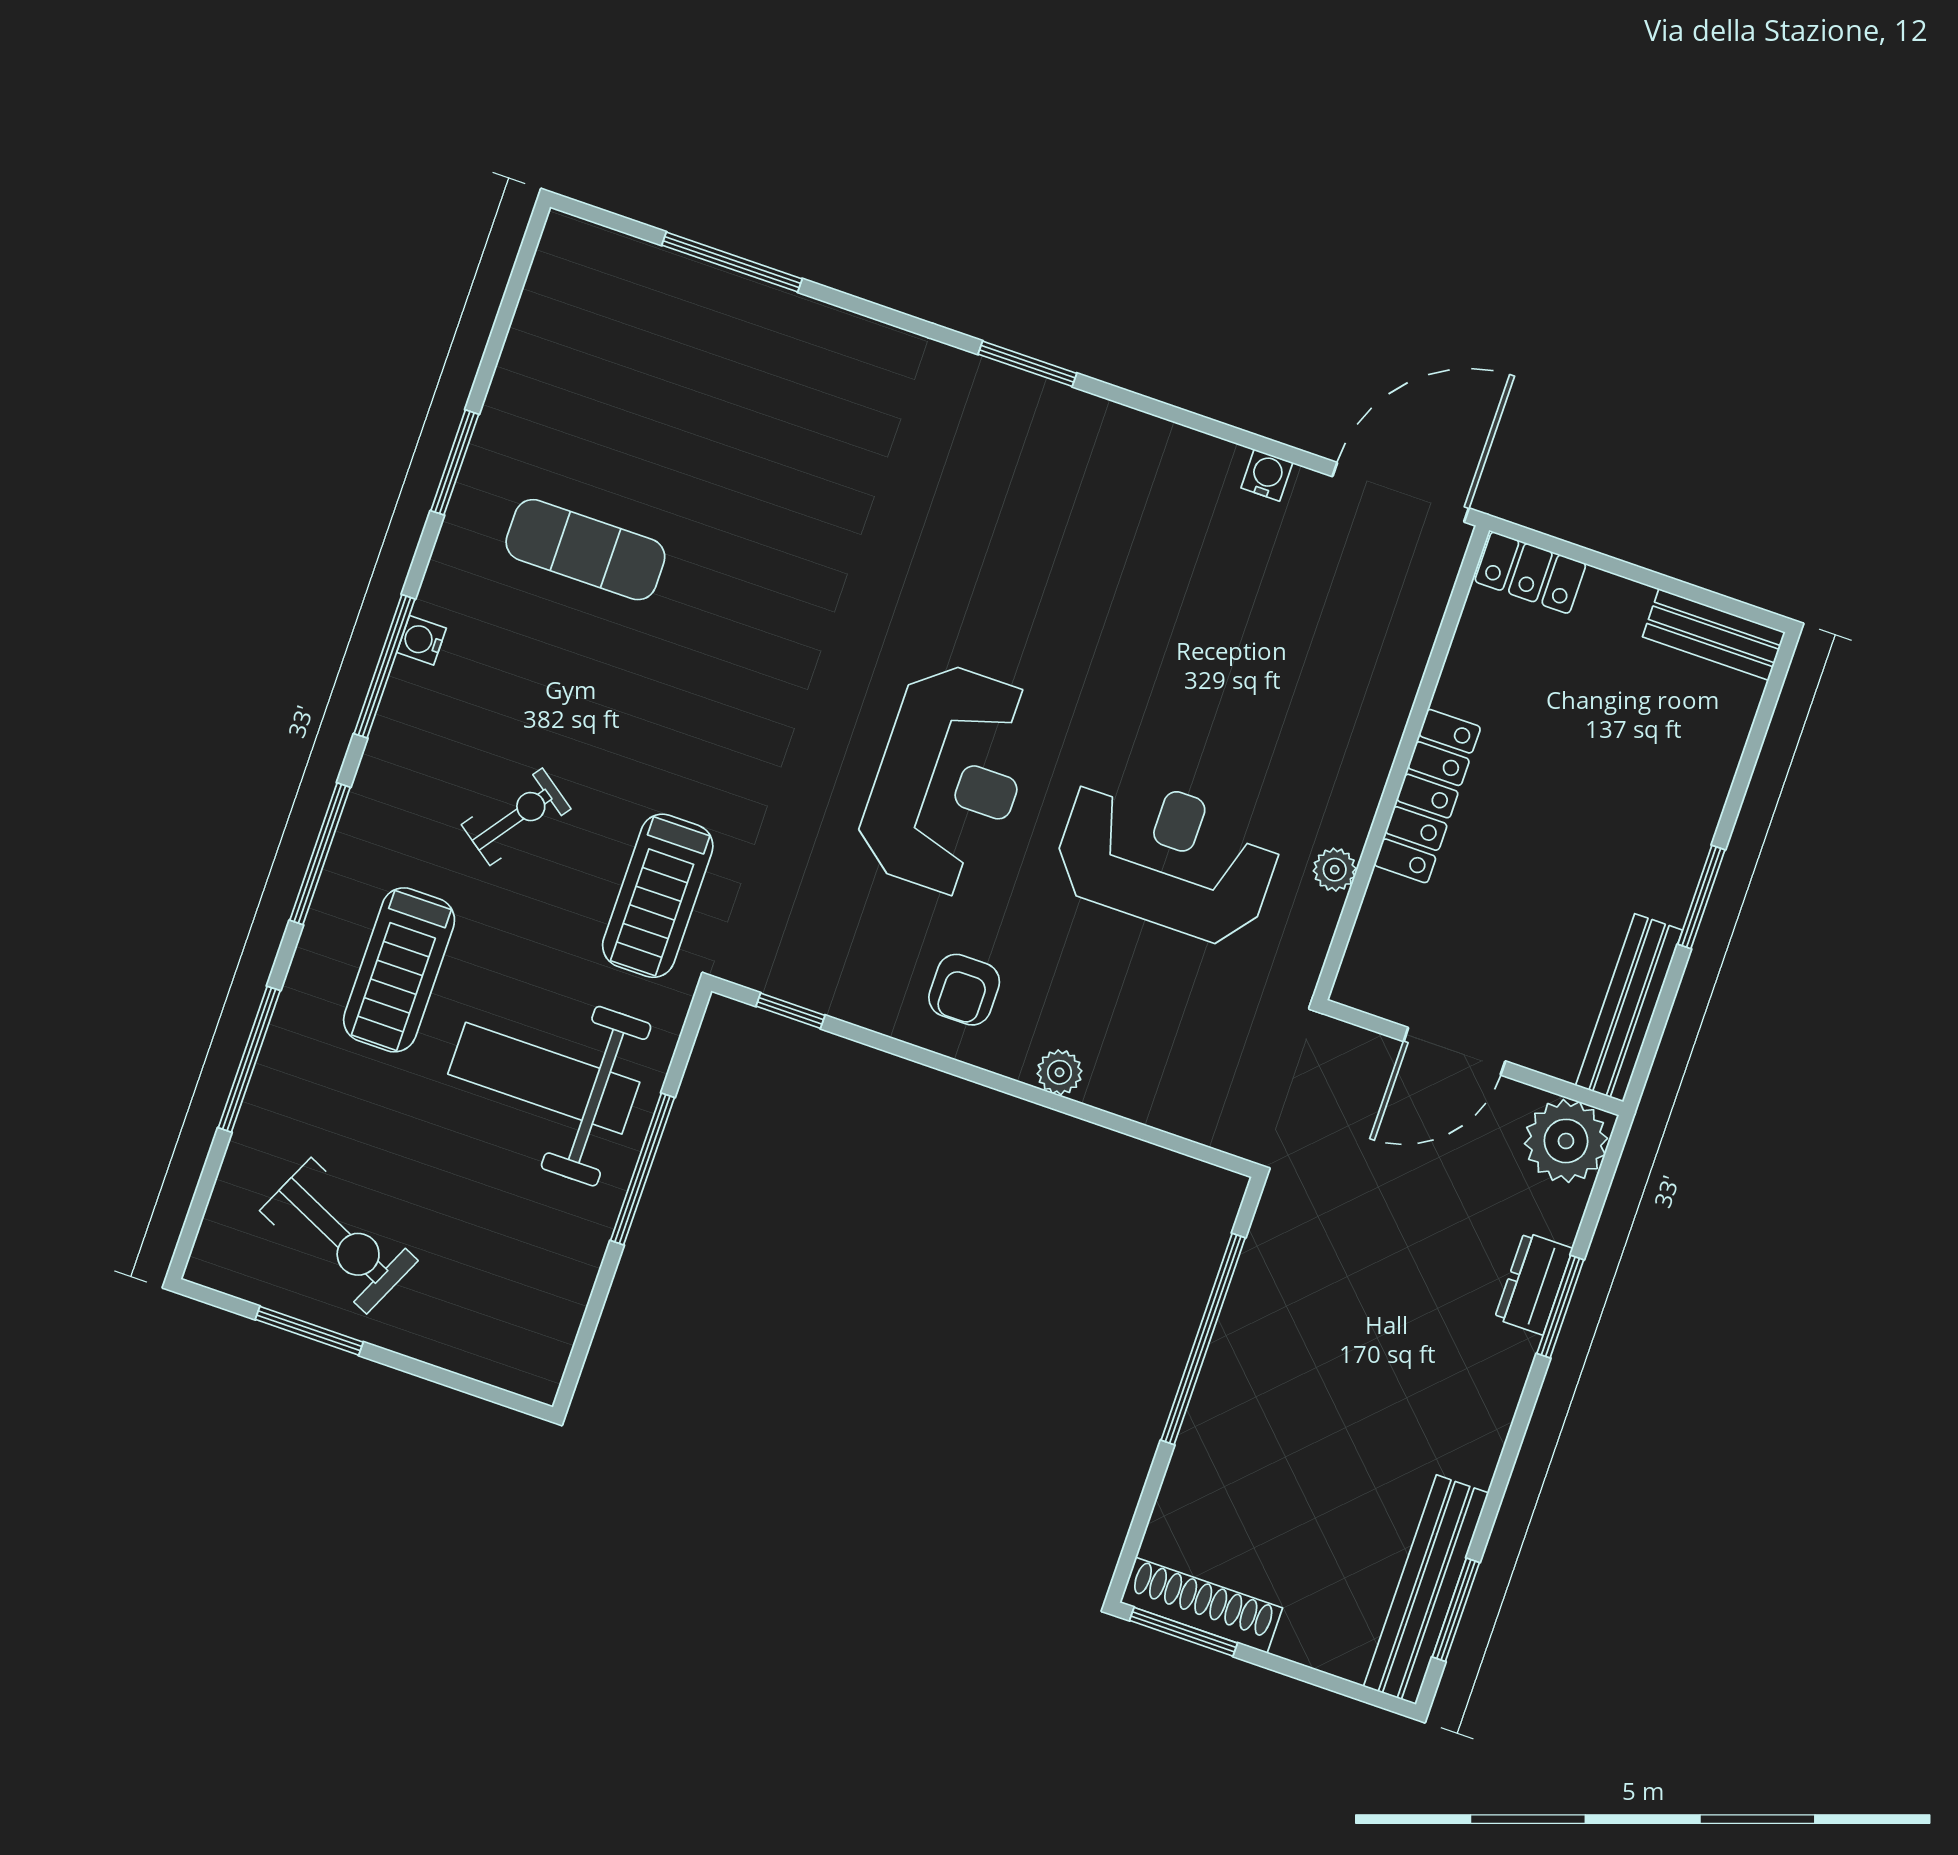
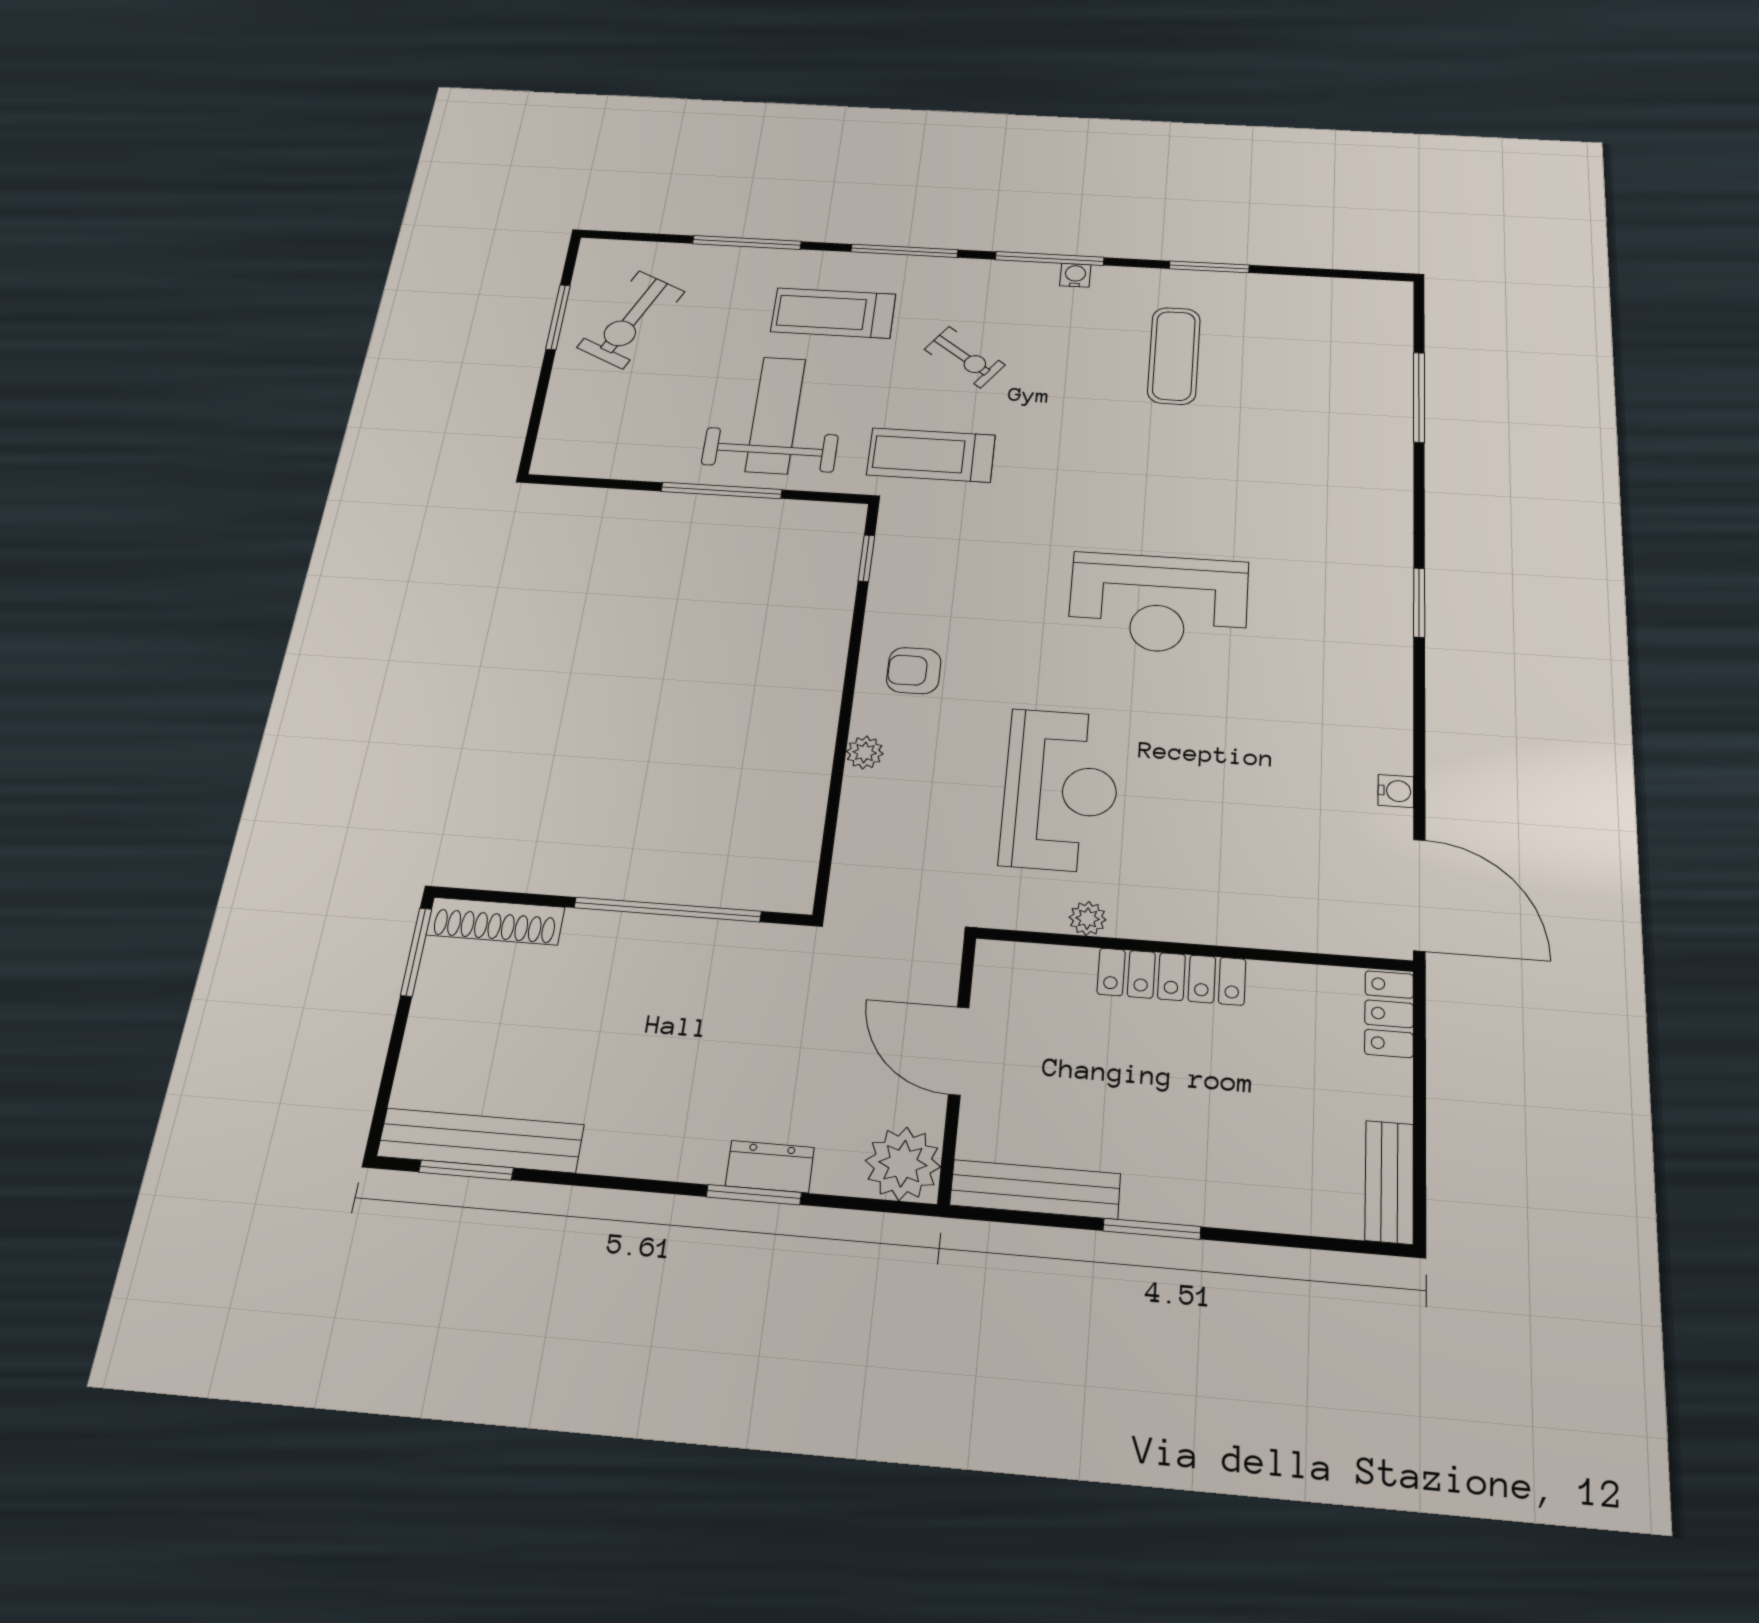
reception desk: (948, 779) -> (1158, 603), moved
shoe rack: (1201, 1605) -> (495, 921), moved, turned 90

